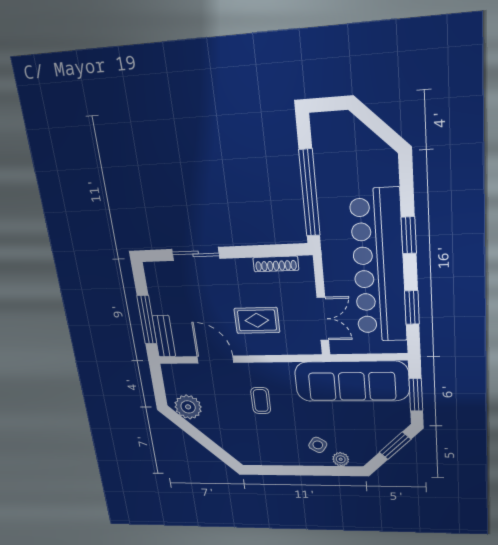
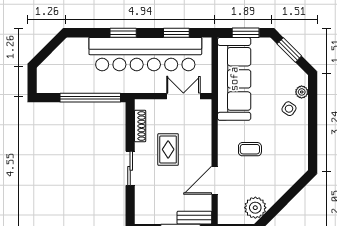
sliding door: (196, 254) -> (130, 168), moved
rug: (257, 320) -> (168, 149), moved

